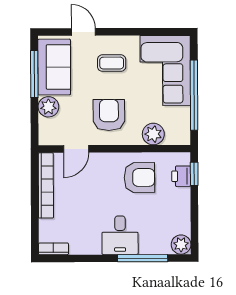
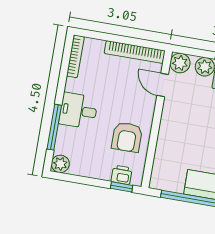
armchair: (109, 115) -> (188, 120), removed
plant: (153, 134) -> (180, 63), moved
bookcase: (53, 249) -> (75, 56), width x1.56

